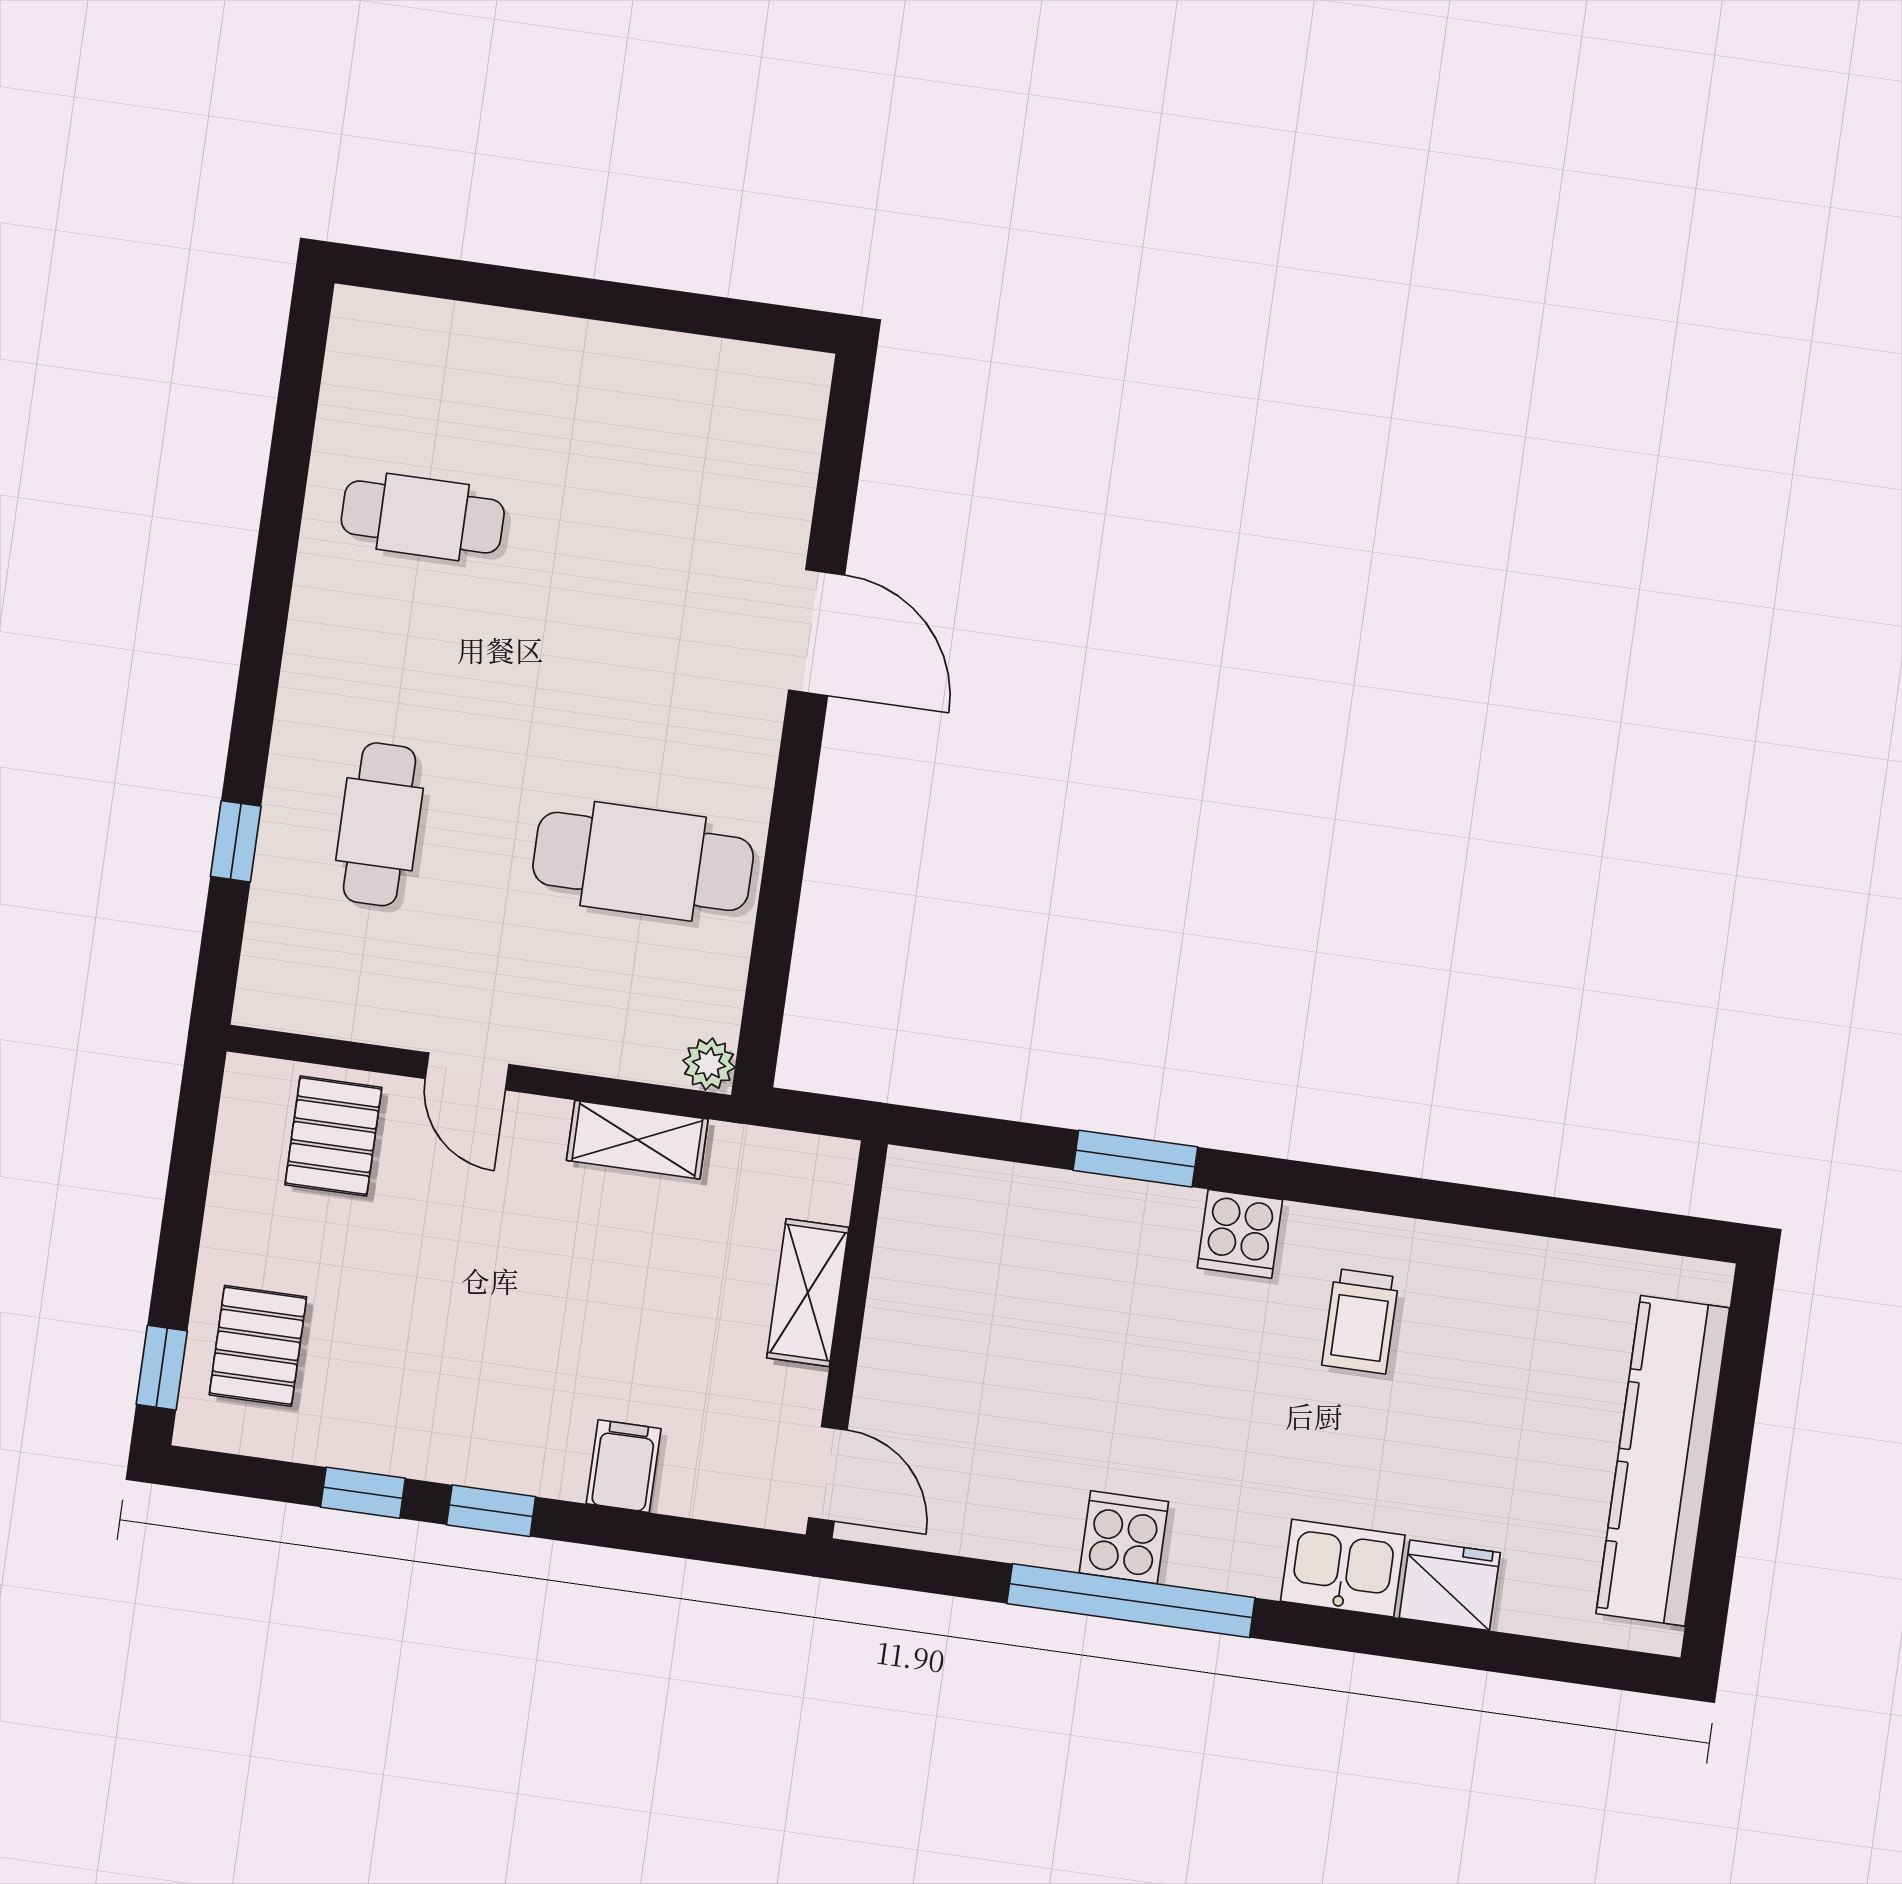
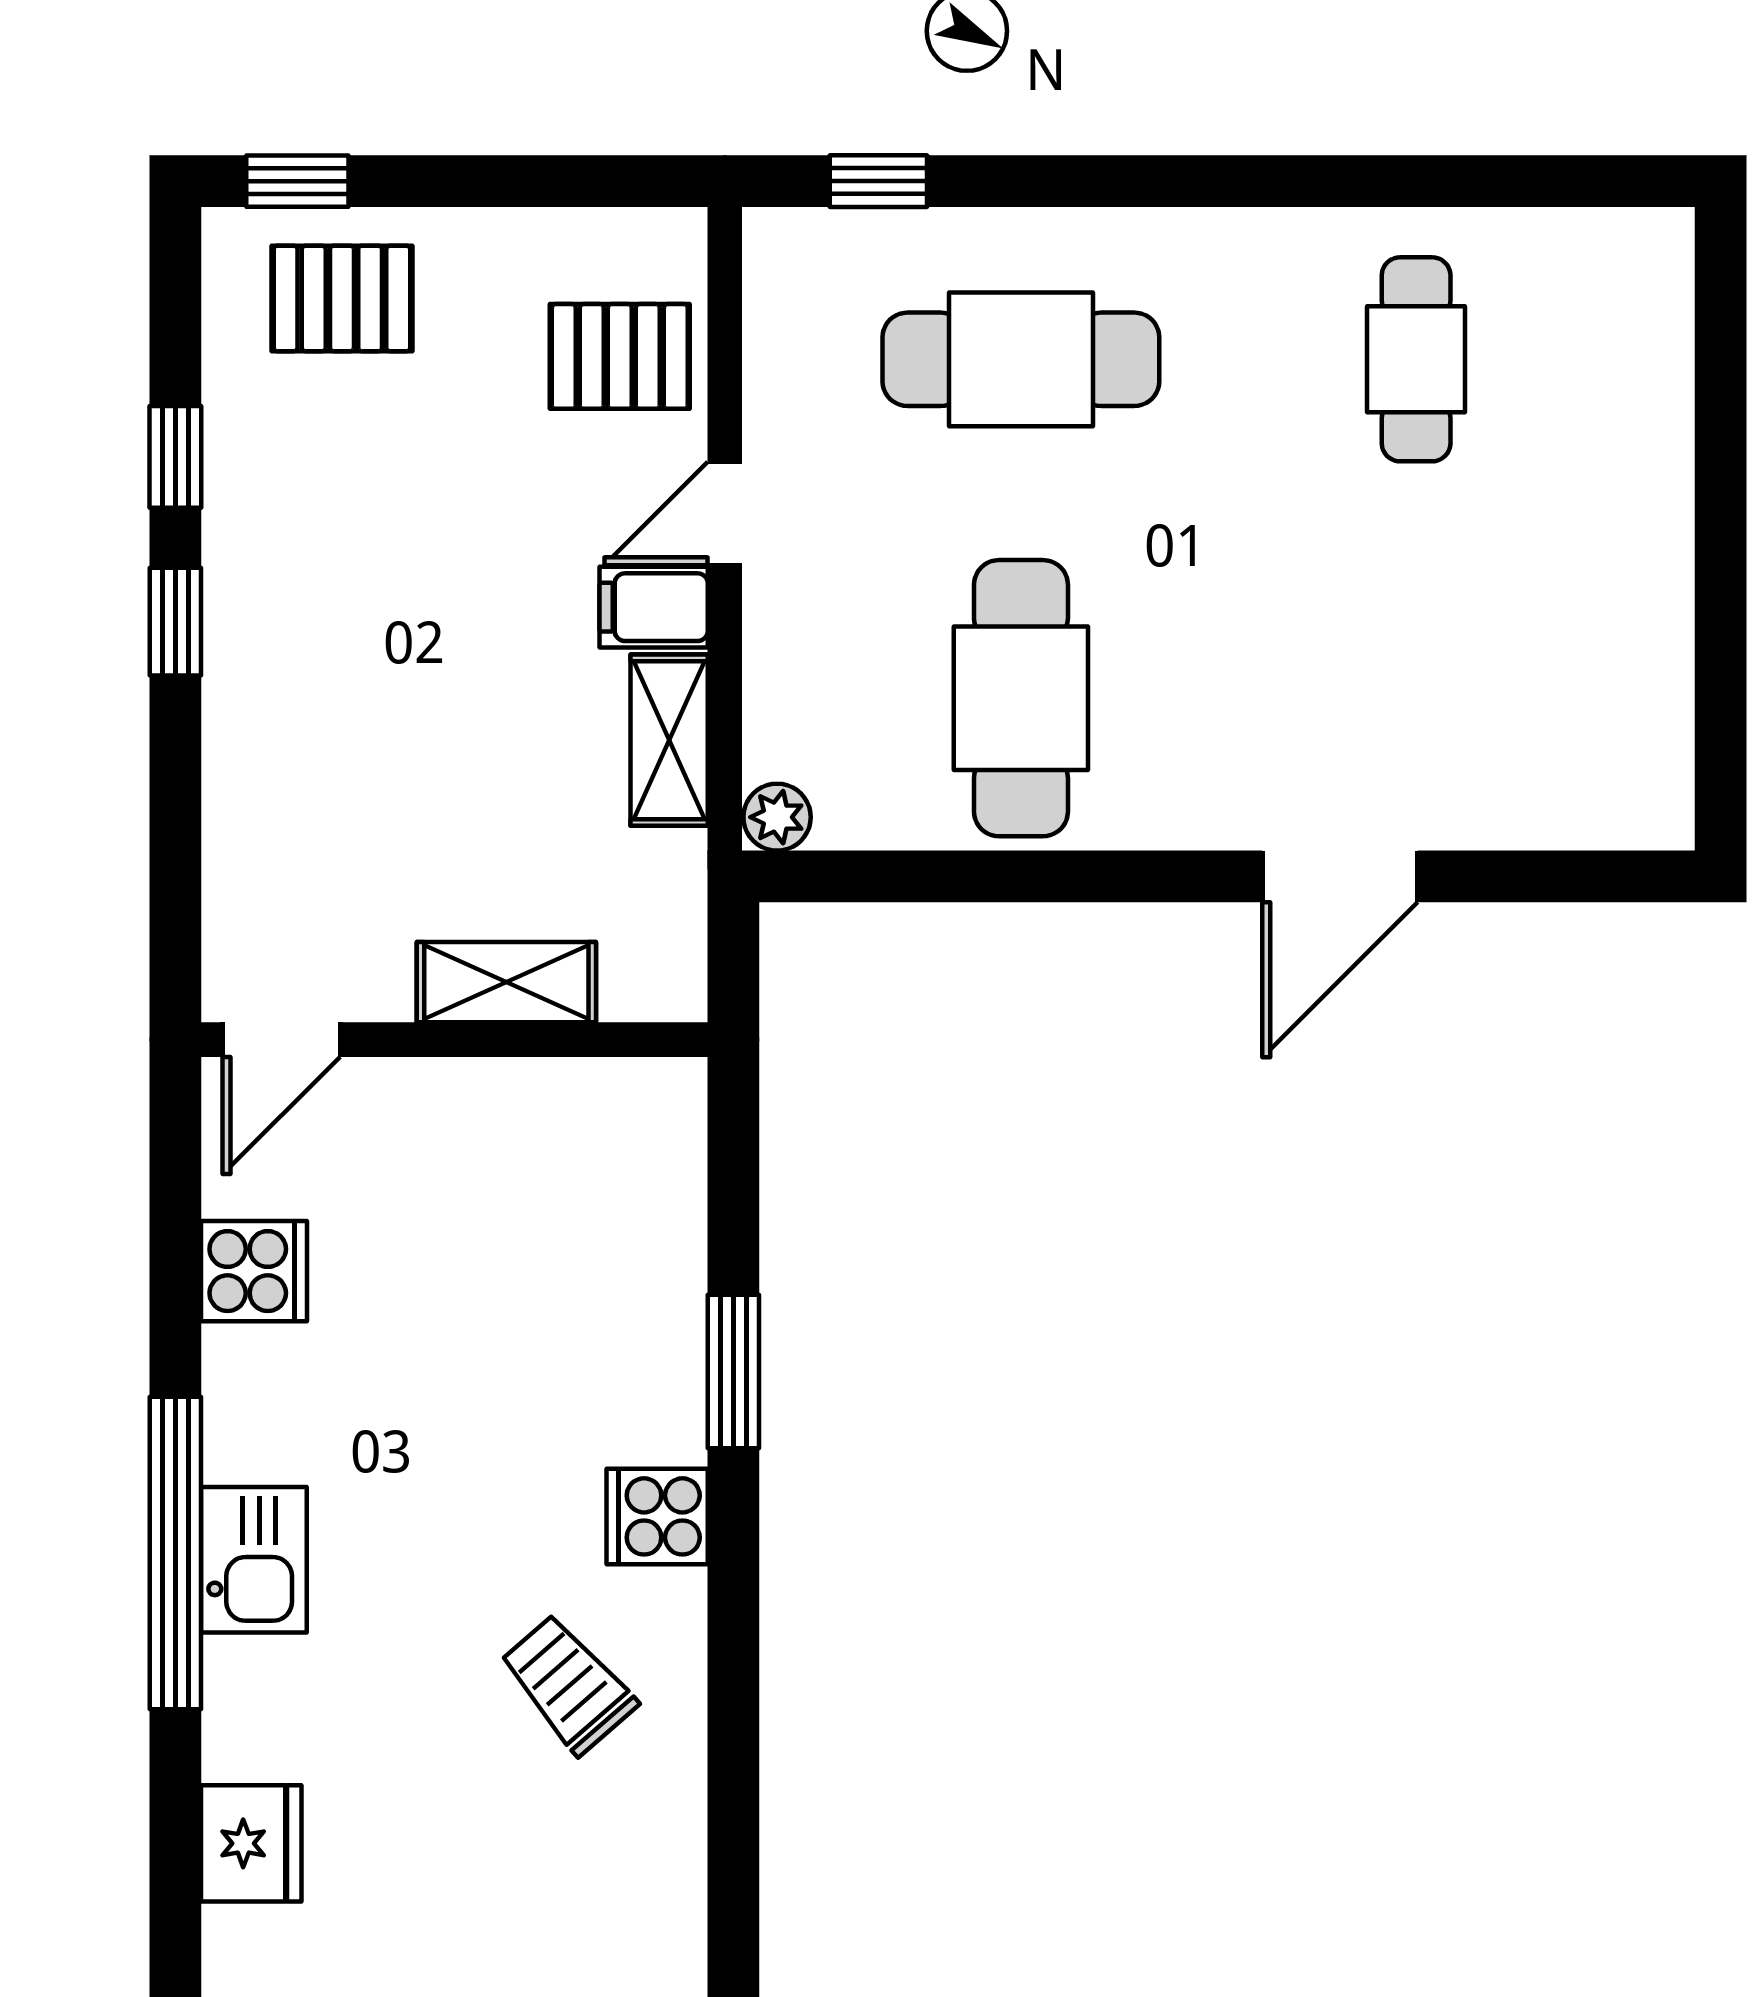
cafe table: (380, 824) -> (1021, 359), width x1.37, depth x1.35
window: (236, 841) -> (878, 181), moved
trolley: (1360, 1321) -> (568, 1684), turned 49
filing cabinet: (624, 1466) -> (654, 607), moved, turned 180
cooker: (1124, 1537) -> (254, 1271), moved
kitchen sink: (1343, 1568) -> (254, 1560), moved
window: (1131, 1601) -> (175, 1553), moved

